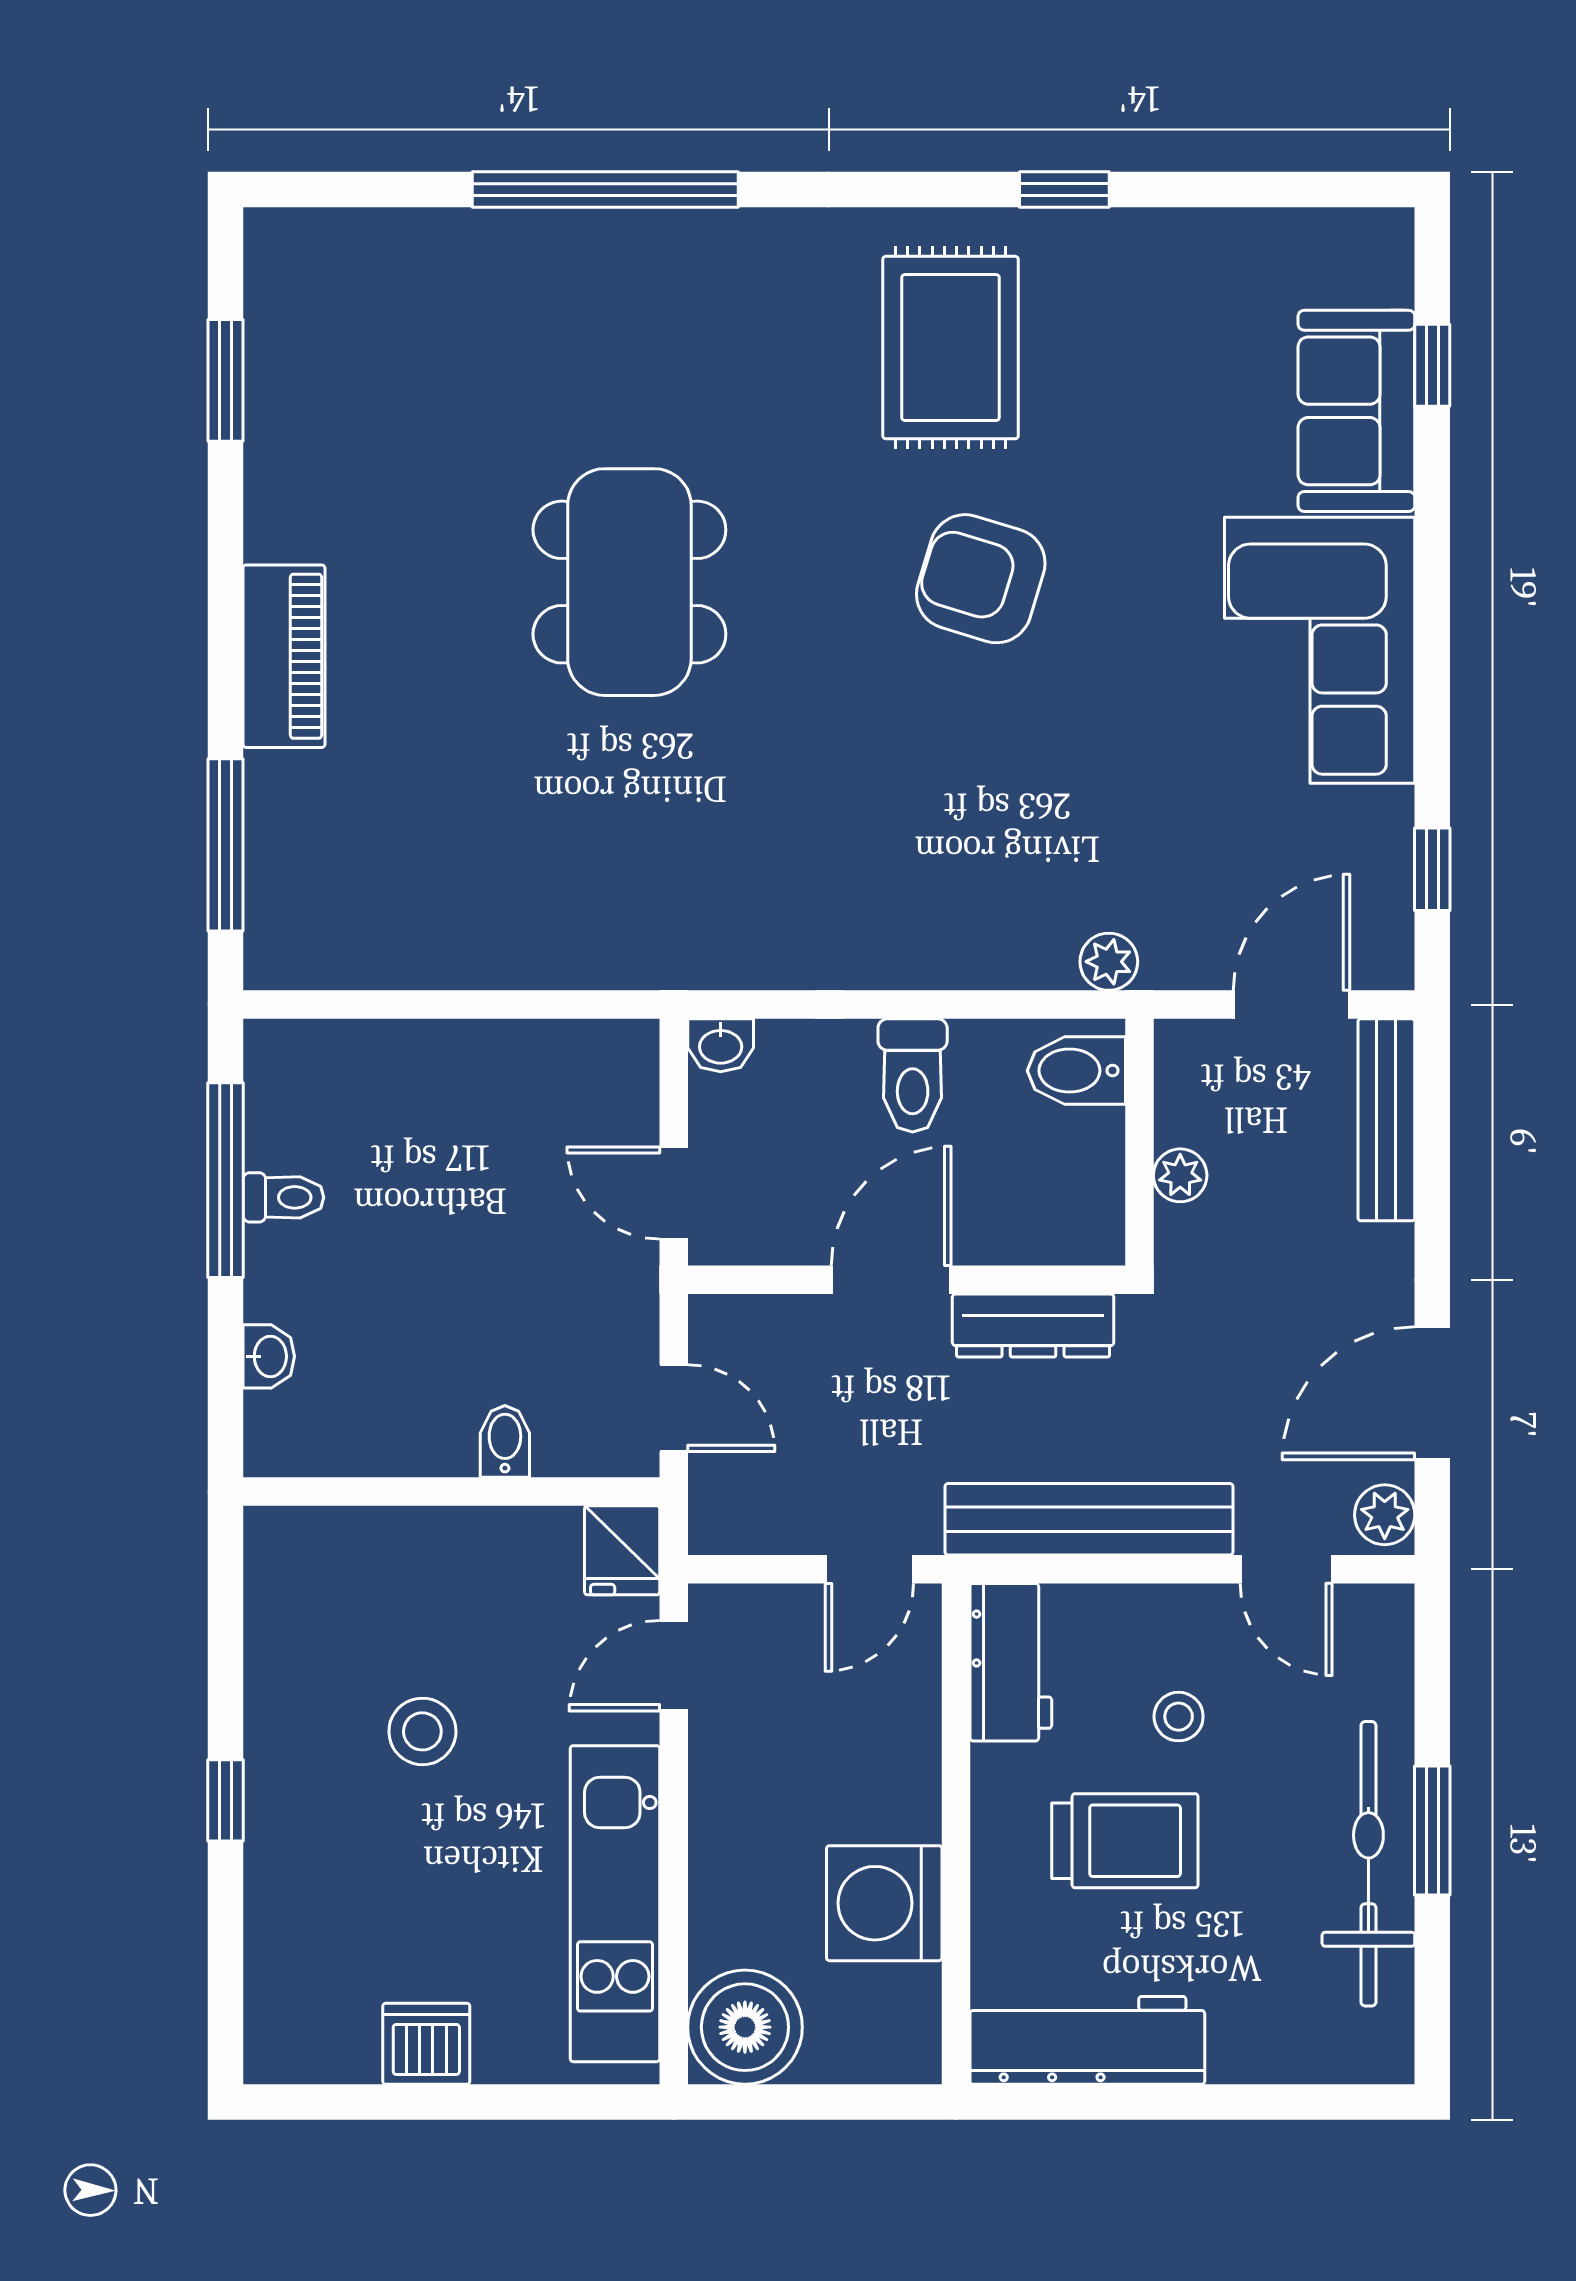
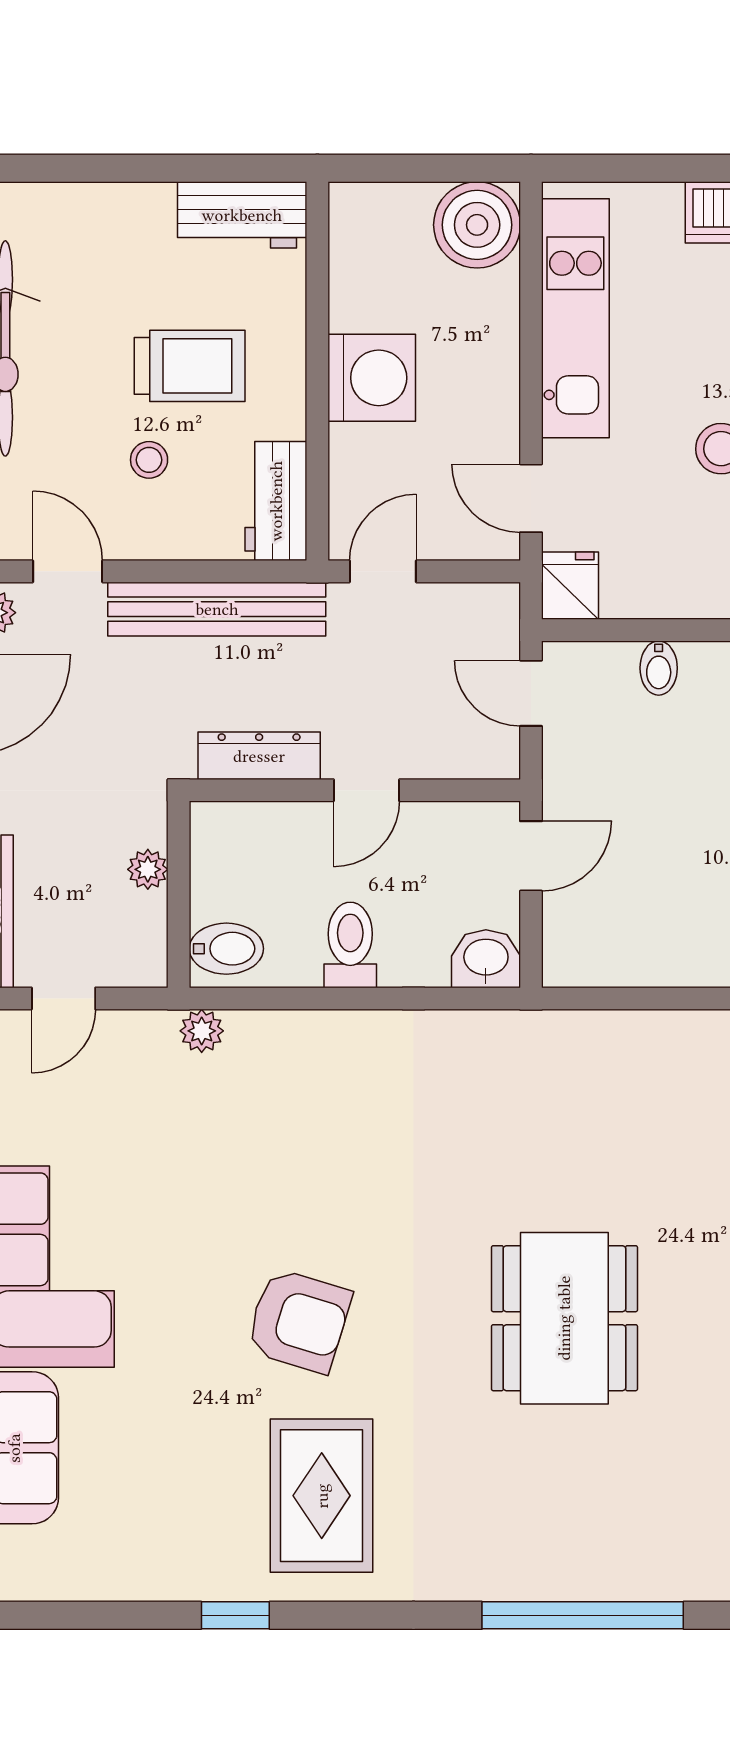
door: (1292, 1005) -> (64, 999), width x0.73
washbasin: (721, 1045) -> (486, 959), width x1.38, depth x1.45
door: (674, 1193) -> (531, 856), hinge flipped
door: (891, 1280) -> (366, 790), width x0.73
door: (674, 1666) -> (531, 498), swing flipped
trolley: (1125, 1841) -> (190, 366), turned 180
washing machine: (884, 1903) -> (372, 378), moved
workbench: (1087, 2040) -> (242, 215), width x0.73

